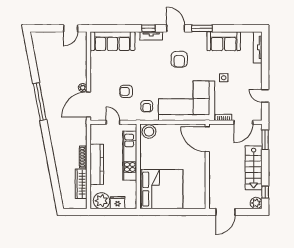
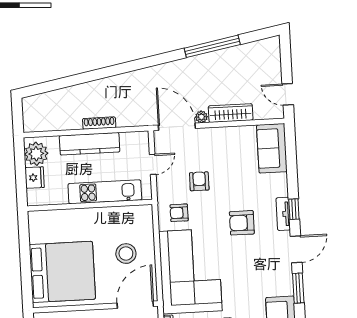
sofa: (112, 41) -> (272, 148), width x0.73
armchair: (179, 59) -> (242, 223), moved
window: (40, 102) -> (212, 46), moved
stool: (149, 132) -> (126, 254), moved
wardrobe: (81, 184) -> (231, 113), moved
bed: (161, 189) -> (62, 272), moved, turned -90

